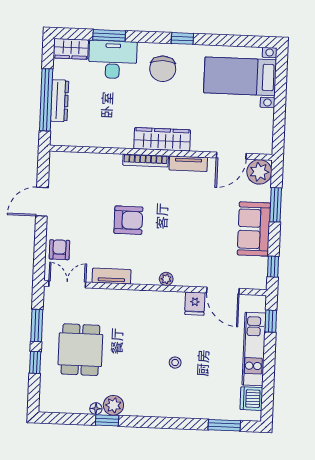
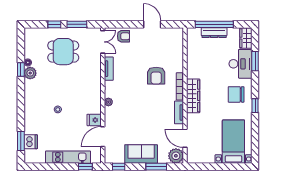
armchair: (128, 220) -> (156, 76), moved
dishwasher: (251, 399) -> (31, 142), moved, turned 90

